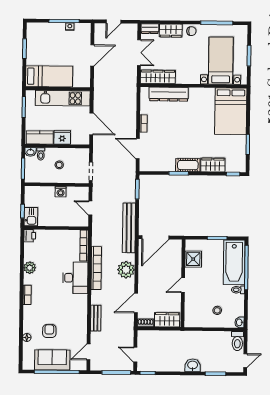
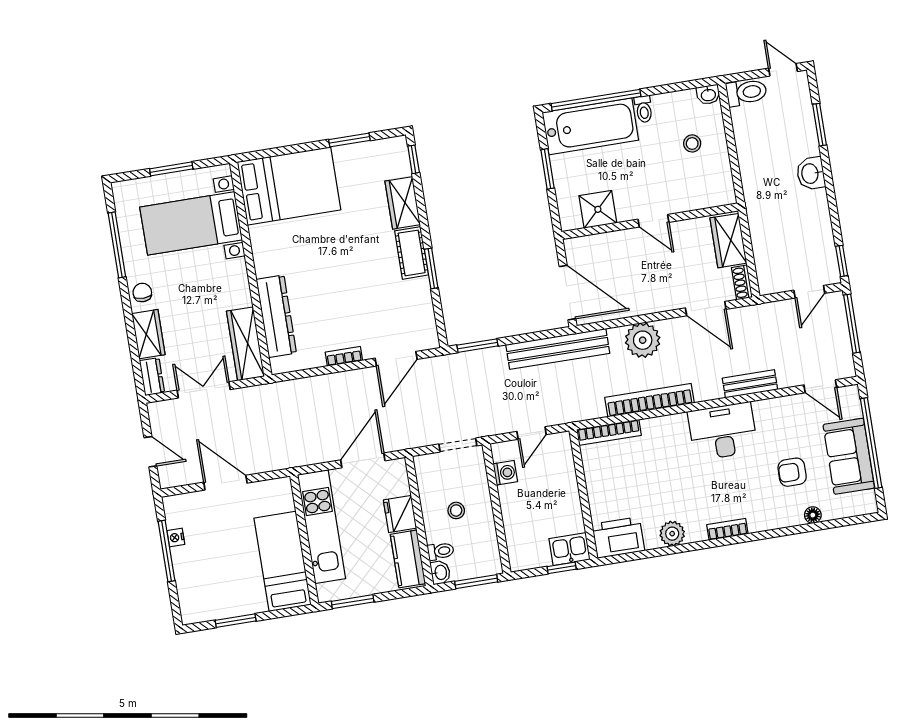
washing machine: (61, 192) -> (505, 473), moved
printer: (30, 236) -> (618, 537), width x1.87, depth x1.48
desk: (75, 278) -> (723, 431), moved

